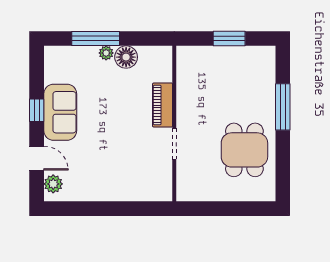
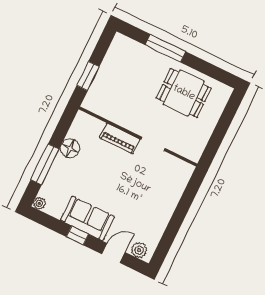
window: (229, 39) -> (88, 76), moved
plant: (106, 53) -> (39, 203), moved

